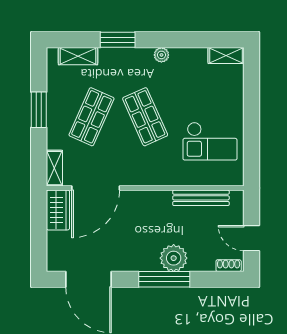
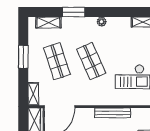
shop shelf: (91, 117) -> (57, 61), turned -42
bench: (201, 198) -> (112, 113), moved

